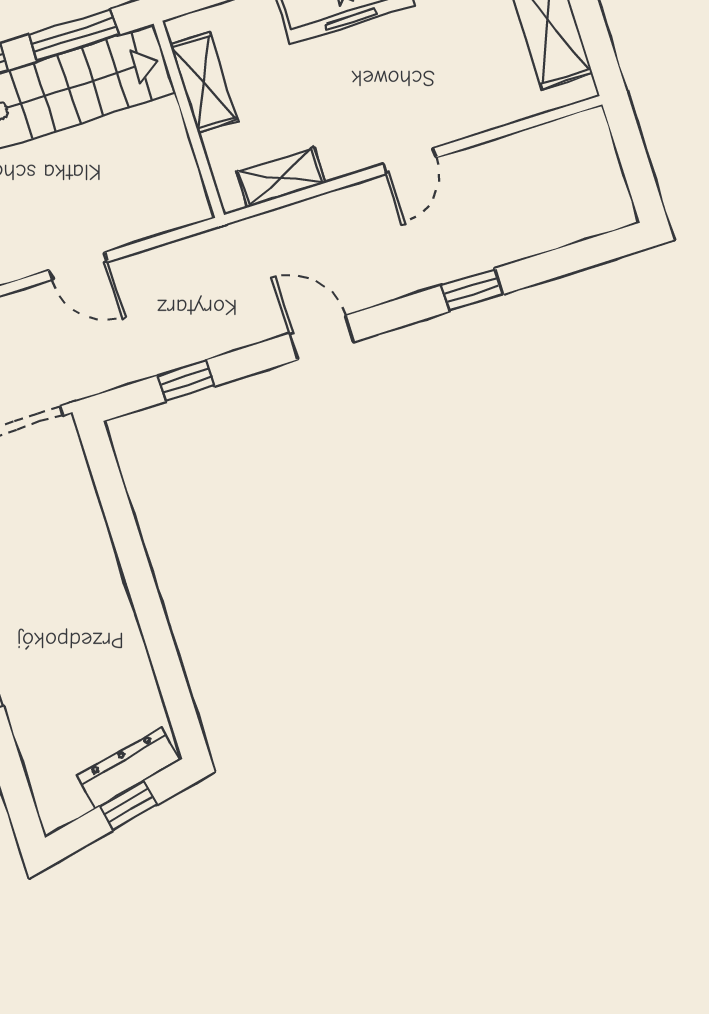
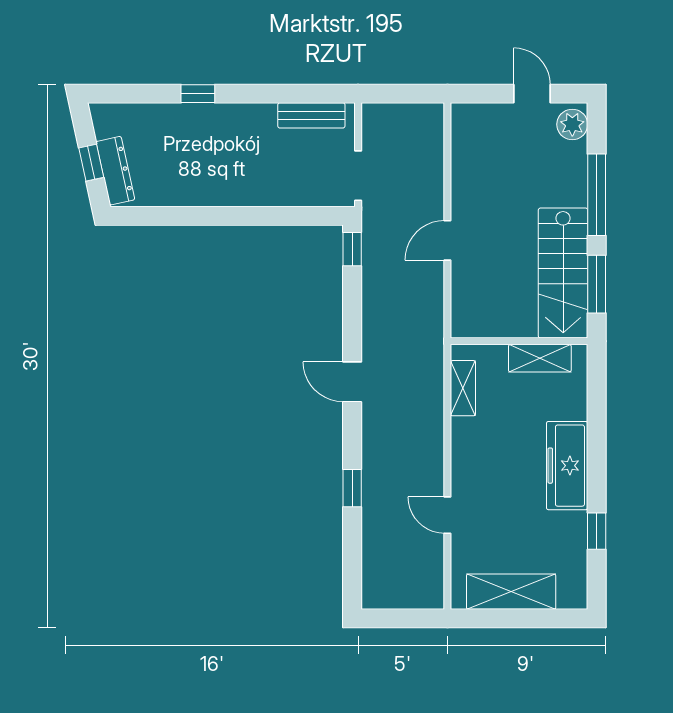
door: (410, 161) -> (447, 515), moved
door: (322, 338) -> (352, 382), swing flipped
window: (186, 381) -> (352, 249), moved

